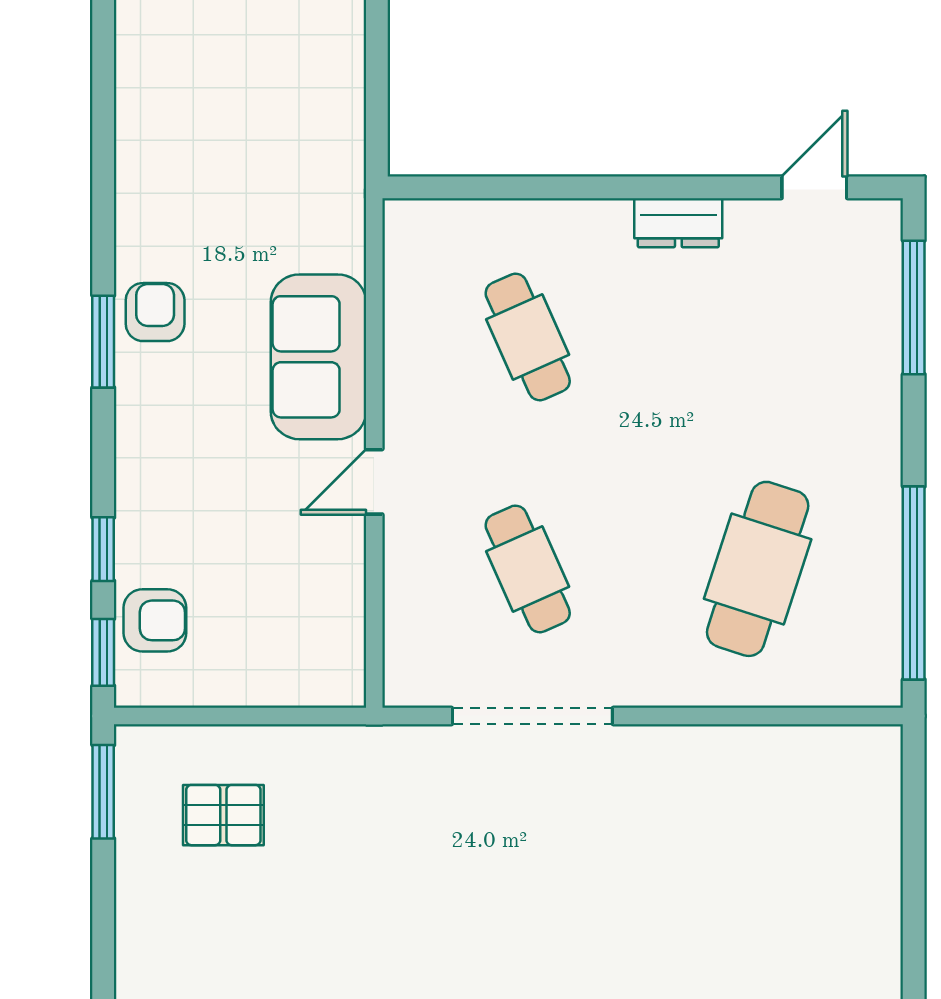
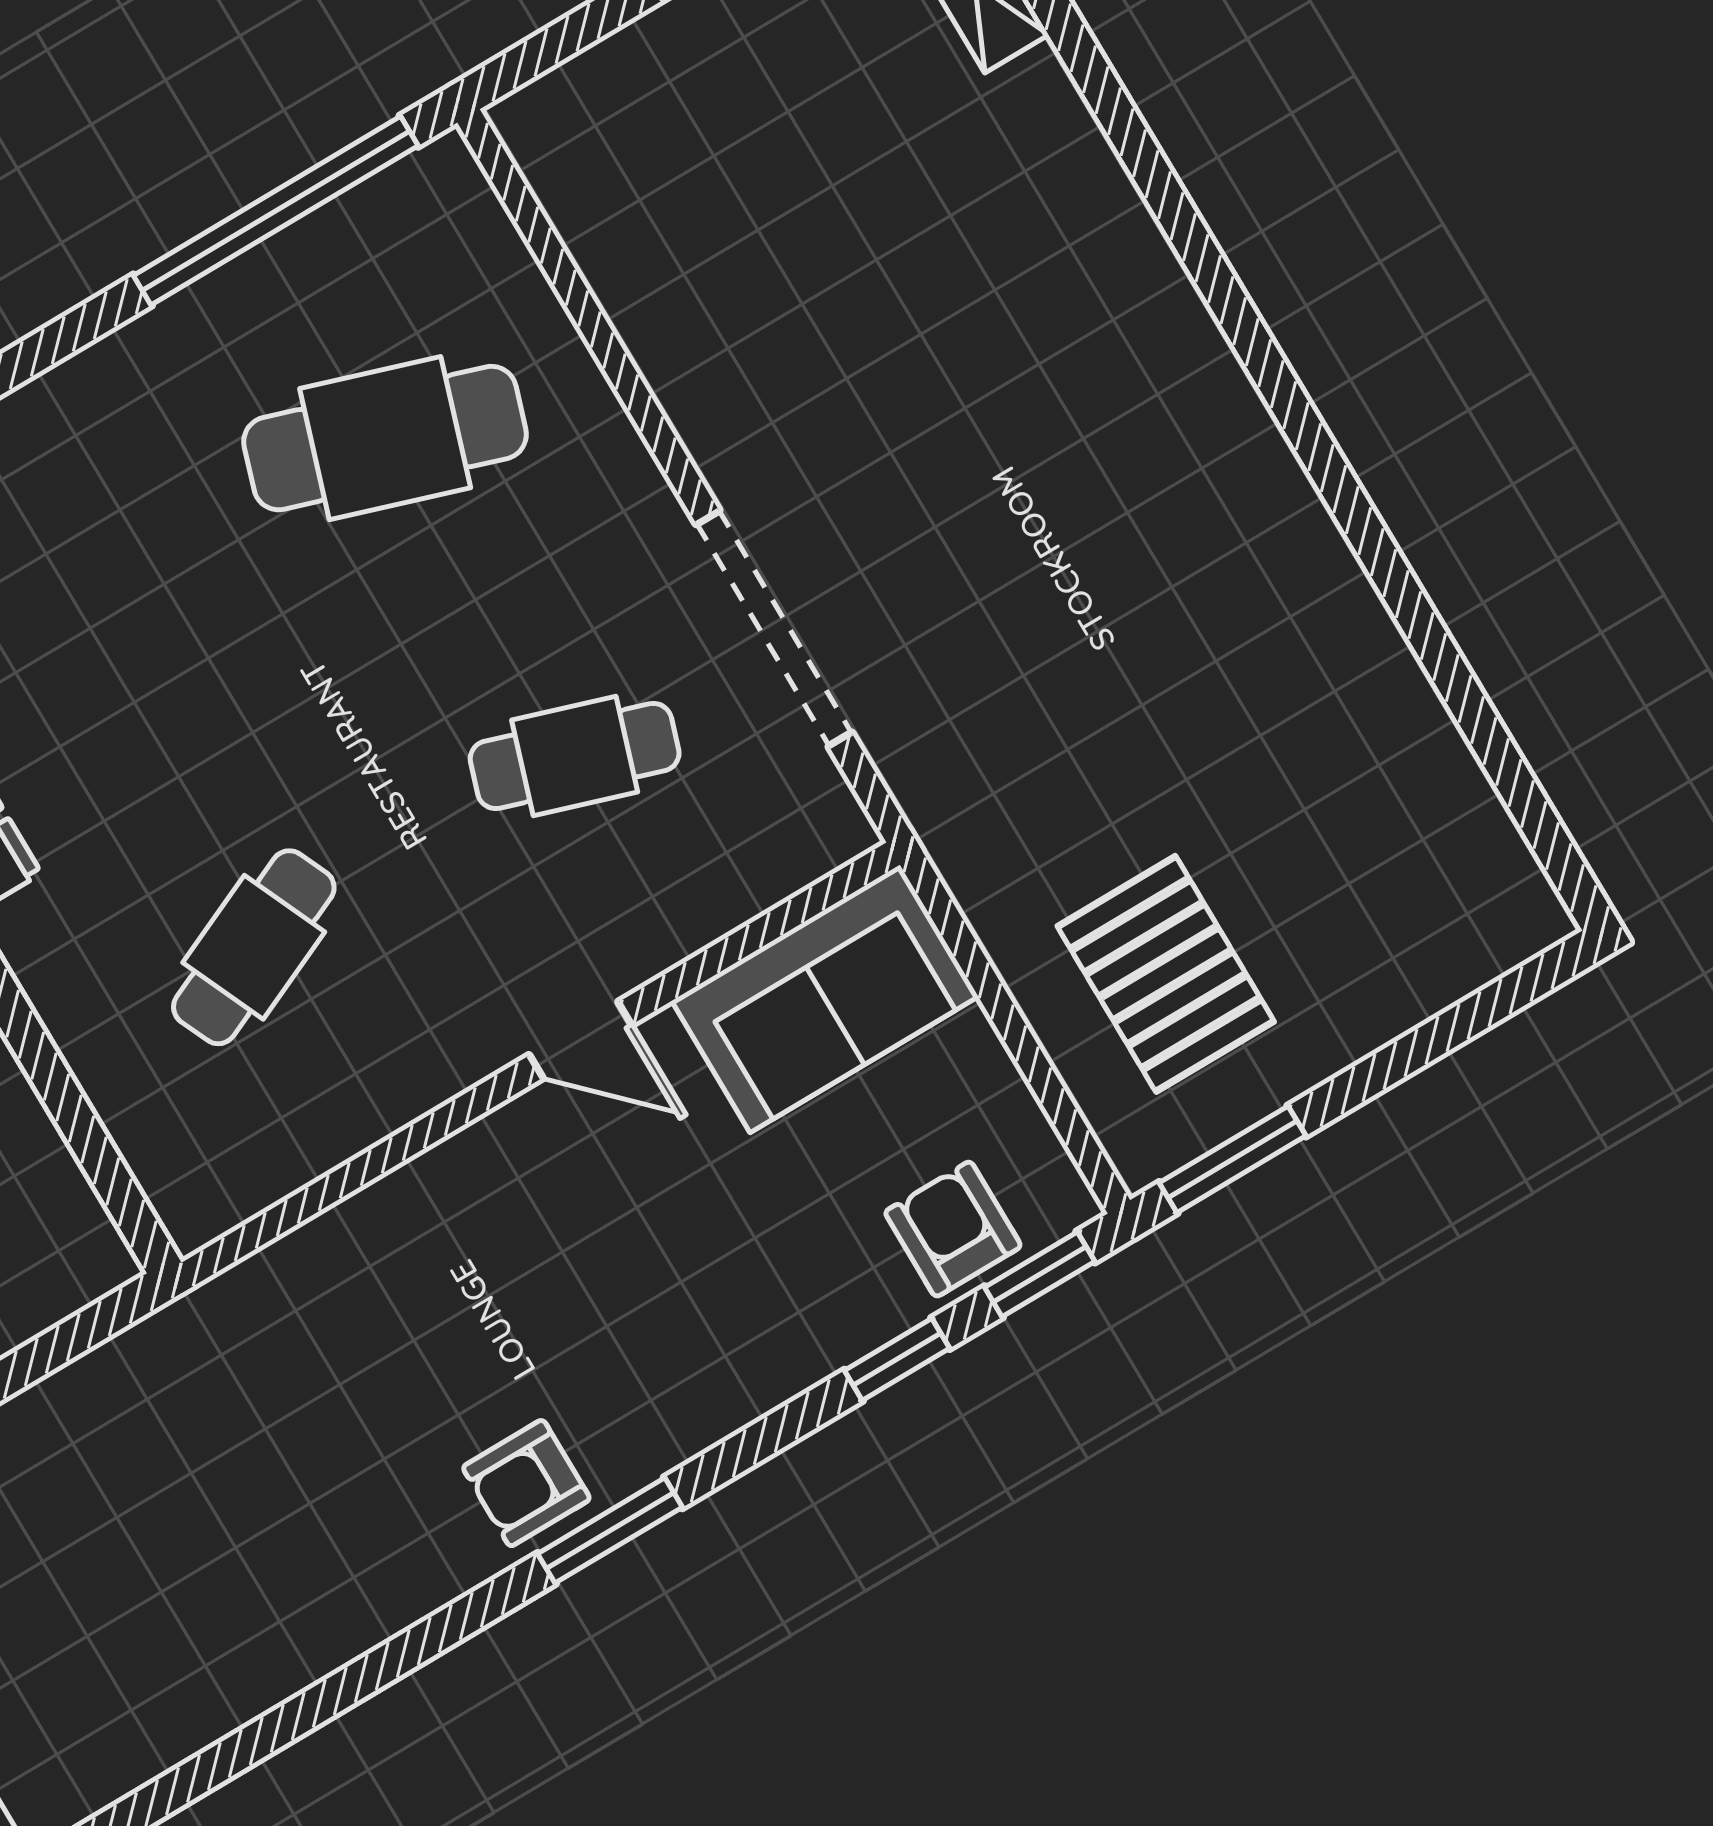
sofa: (318, 357) -> (825, 999), moved
cafe table: (528, 569) -> (575, 756), turned 42
pallet: (223, 815) -> (1166, 974), width x1.50, depth x1.42

